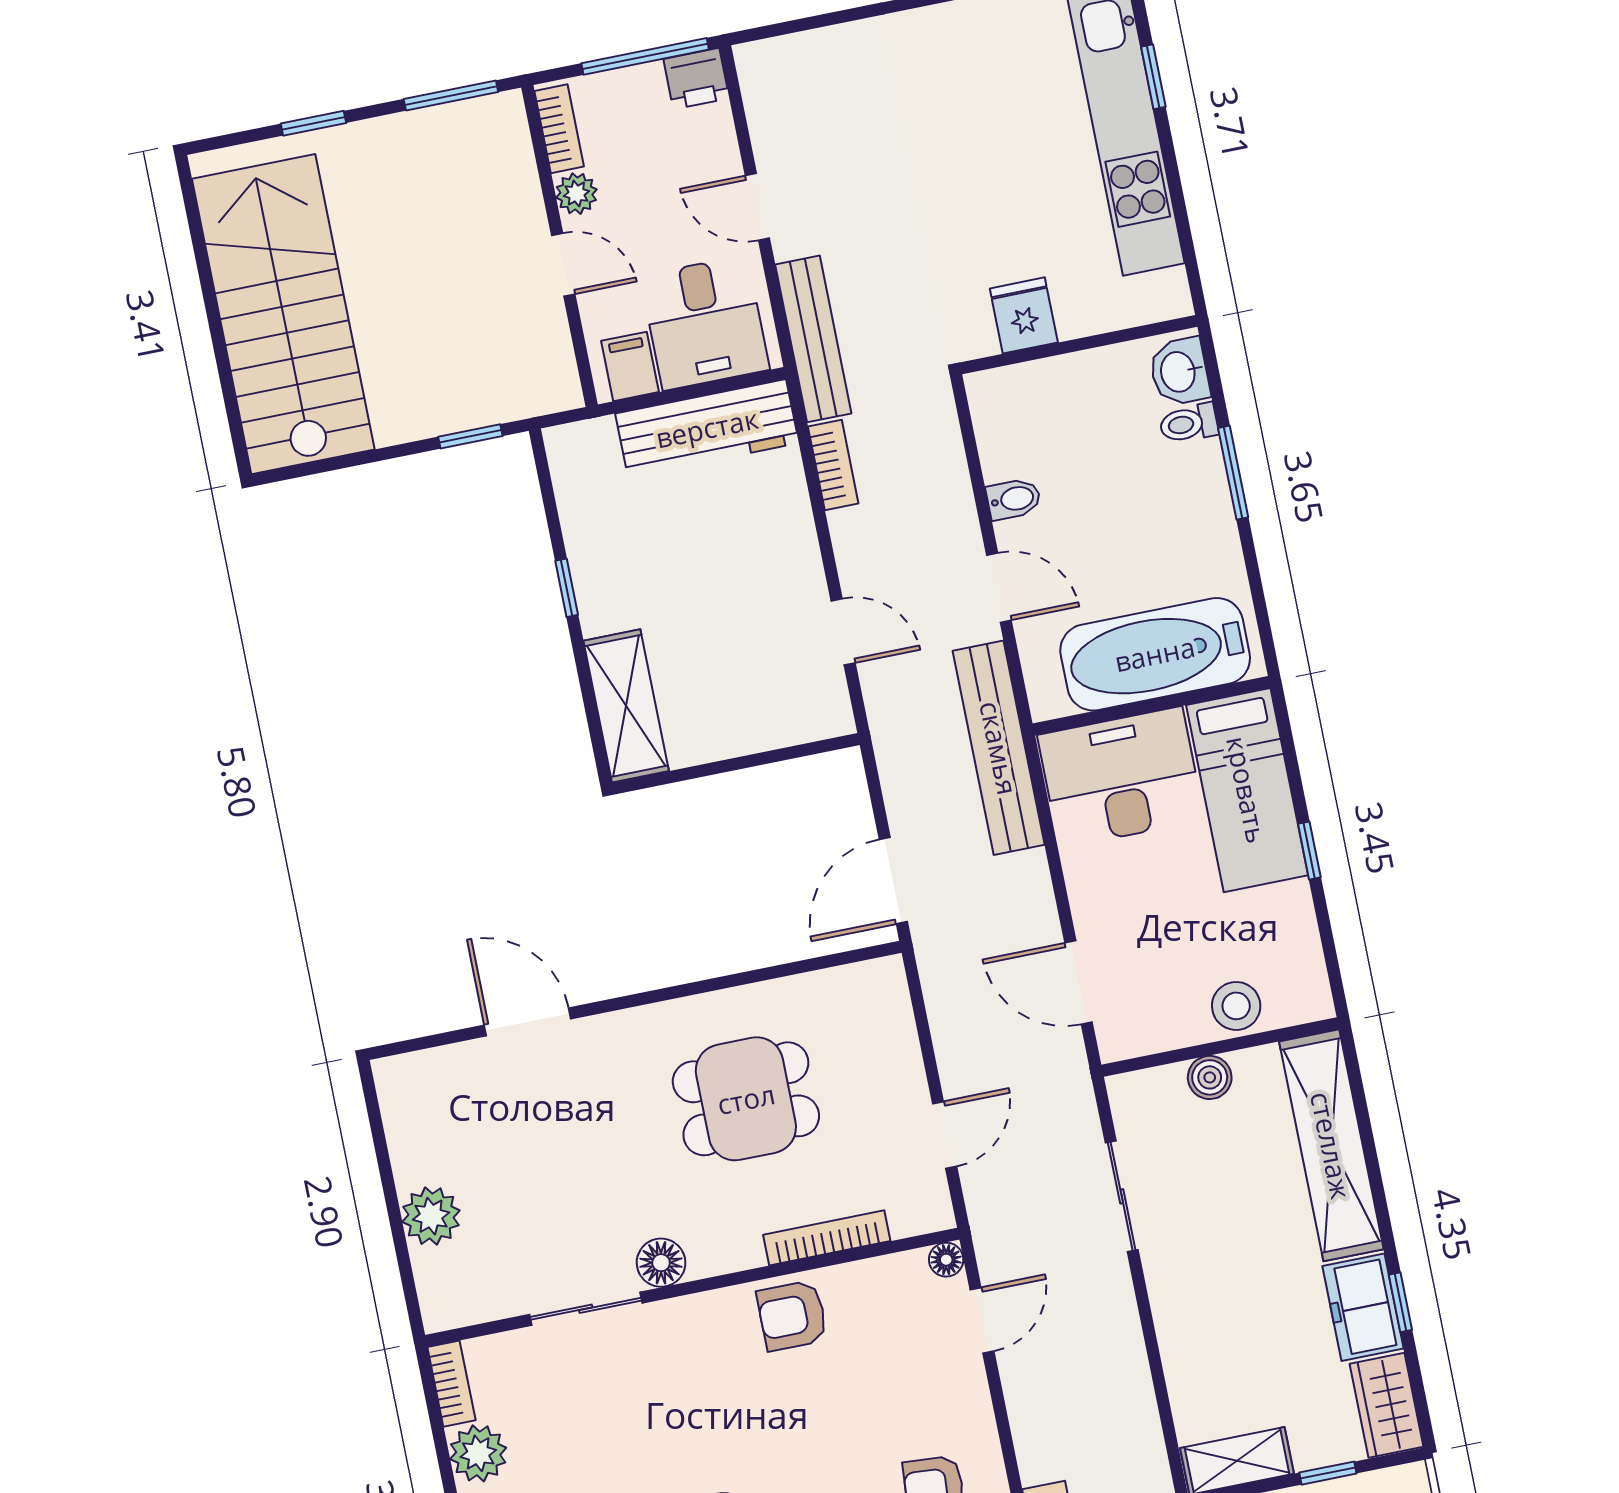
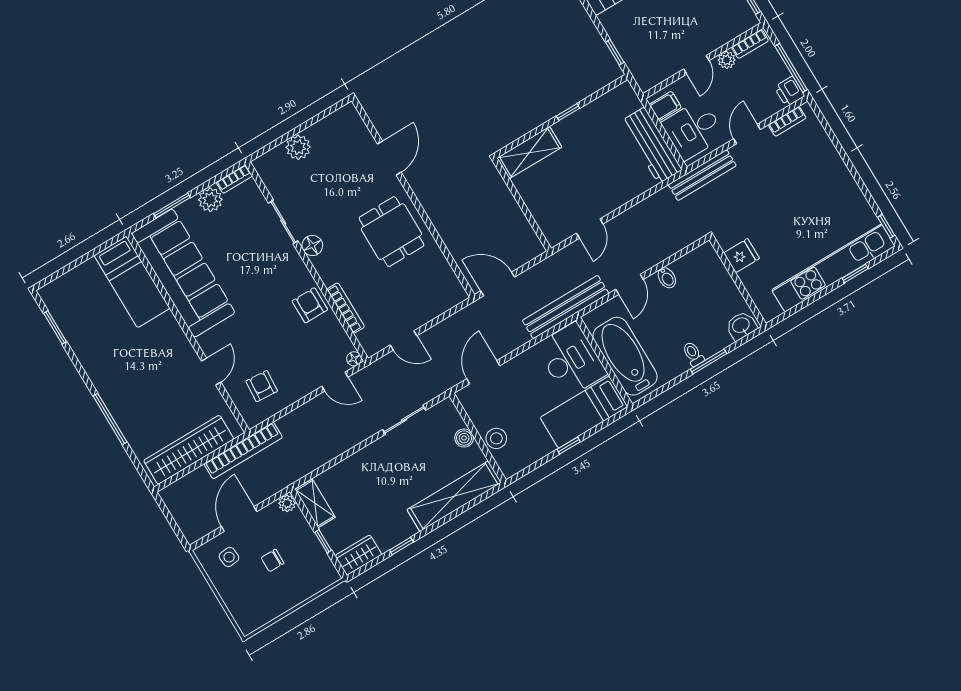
toilet: (1189, 423) -> (693, 354), moved
bookcase: (833, 465) -> (787, 121), moved
dining table: (746, 1099) -> (392, 232), moved
freezer: (1363, 1307) -> (394, 532), removed

